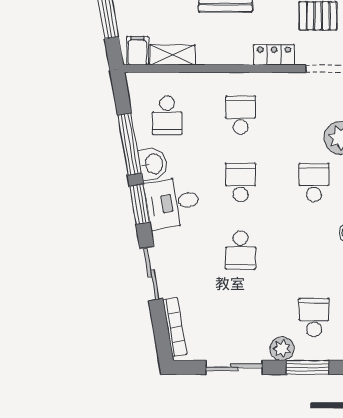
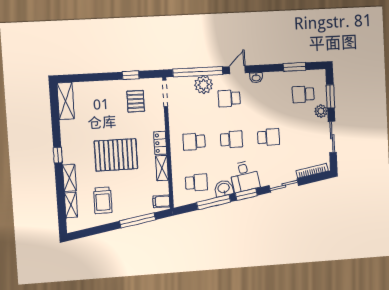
shelving: (172, 55) -> (162, 168), moved
locker: (274, 55) -> (160, 143), moved
school desk: (241, 183) -> (231, 139), turned 180

